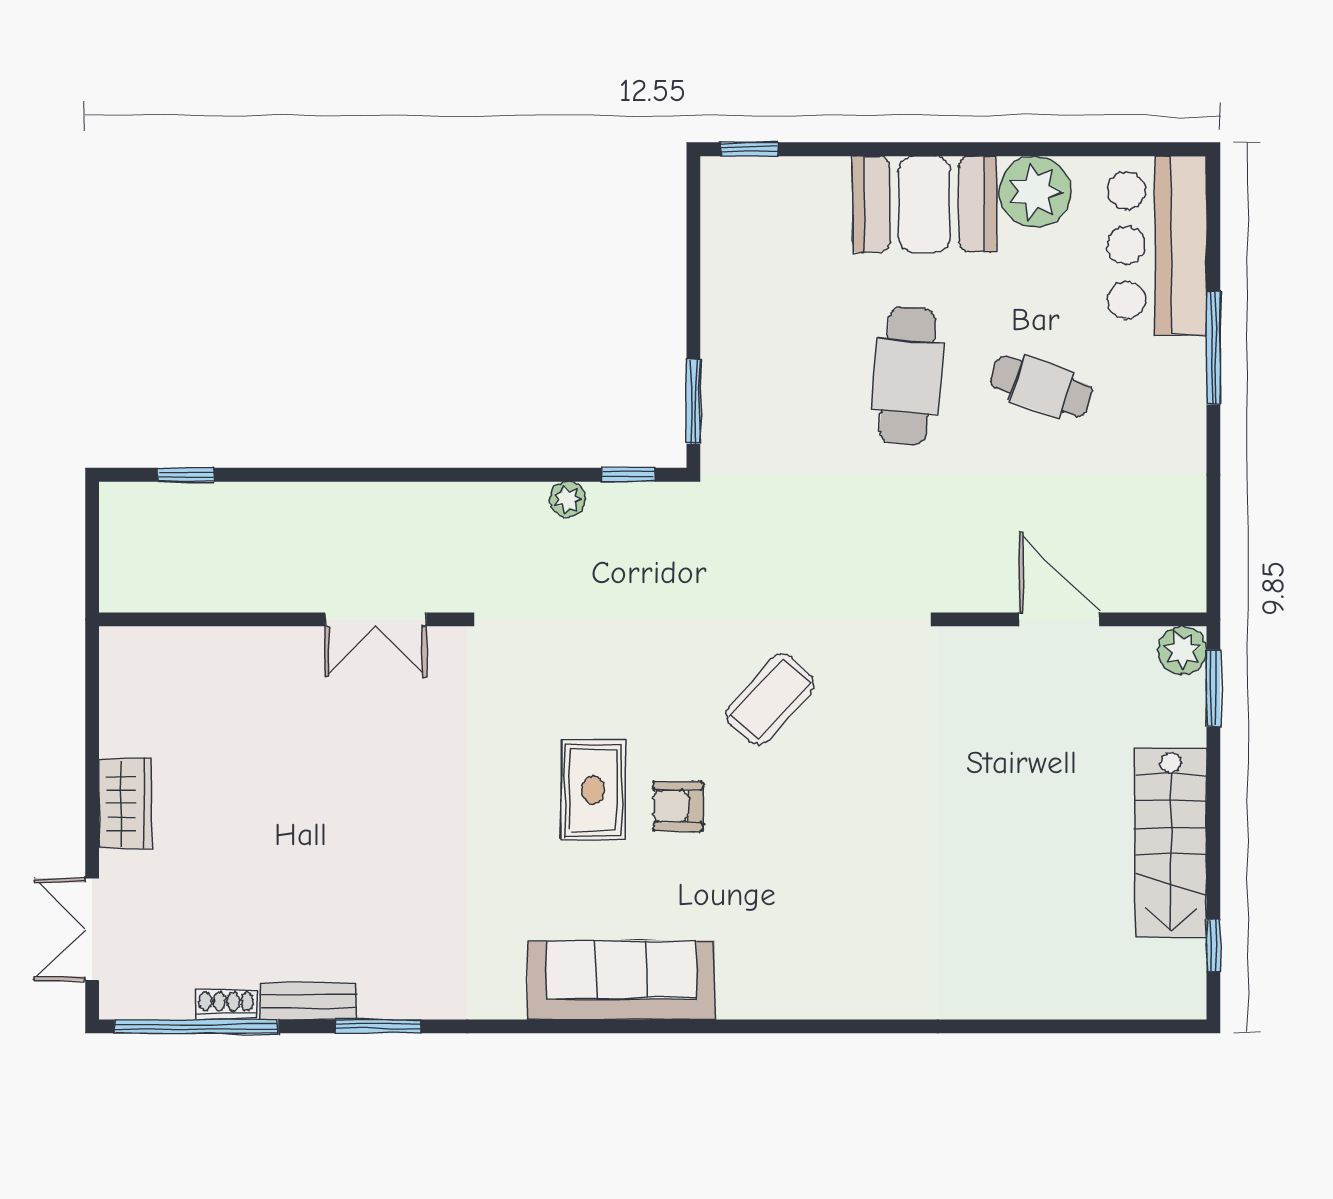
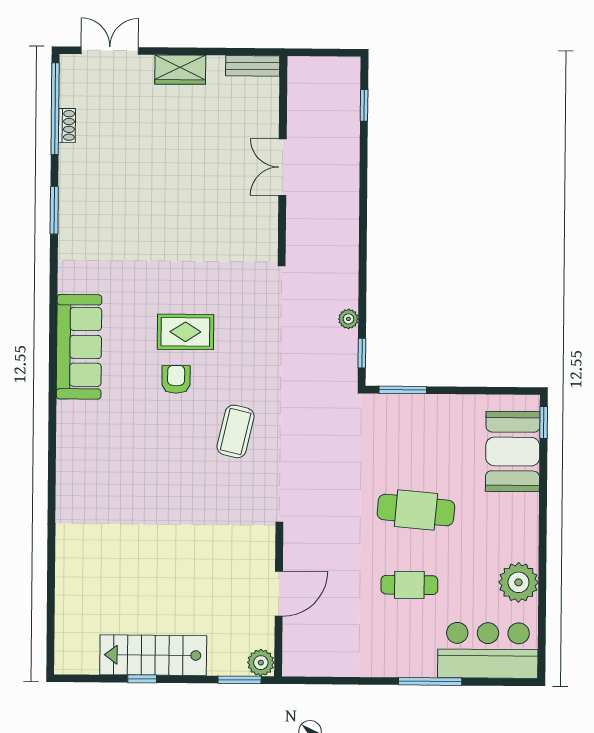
booth: (924, 204) -> (513, 452), moved
cafe table: (1041, 386) -> (409, 585), turned 71
double door: (376, 619) -> (282, 167), moved
coffee table: (770, 699) -> (236, 431), turned 61
window: (1213, 945) -> (142, 679), moved
bench: (308, 1001) -> (253, 66), moved, turned 90

